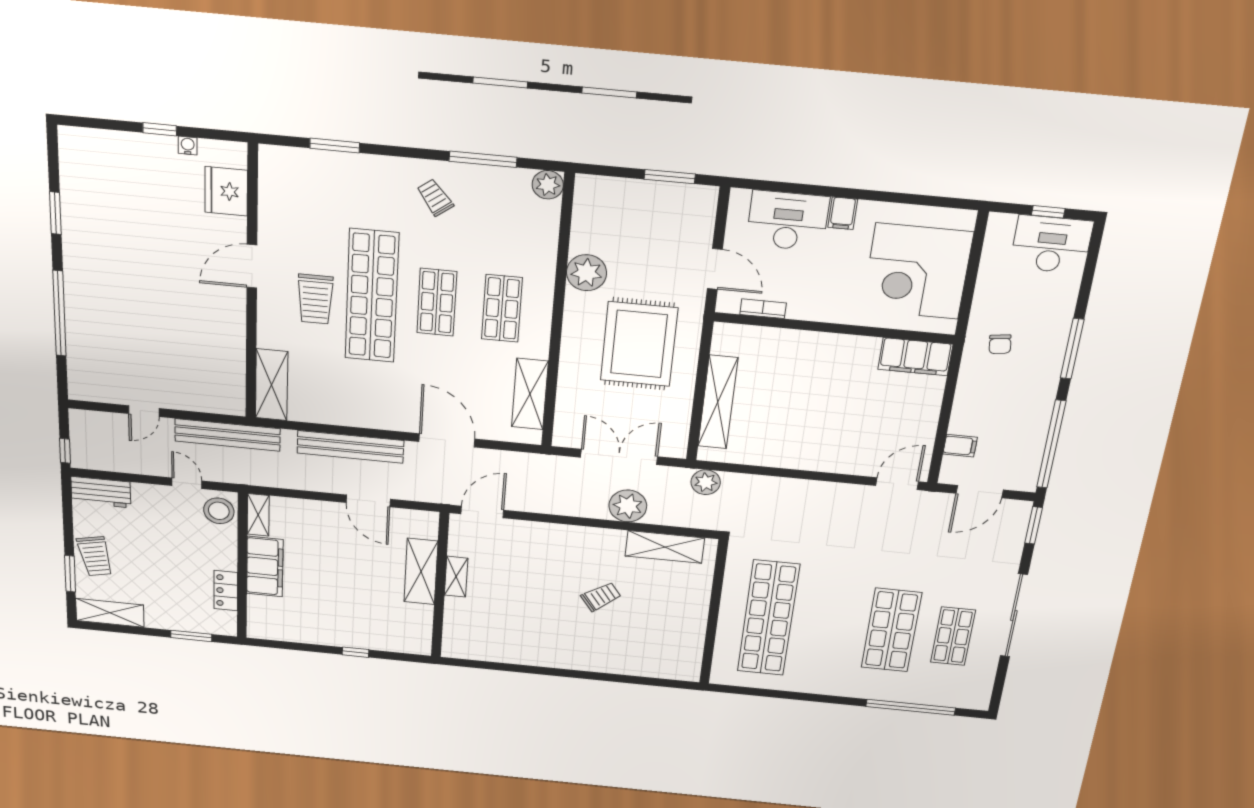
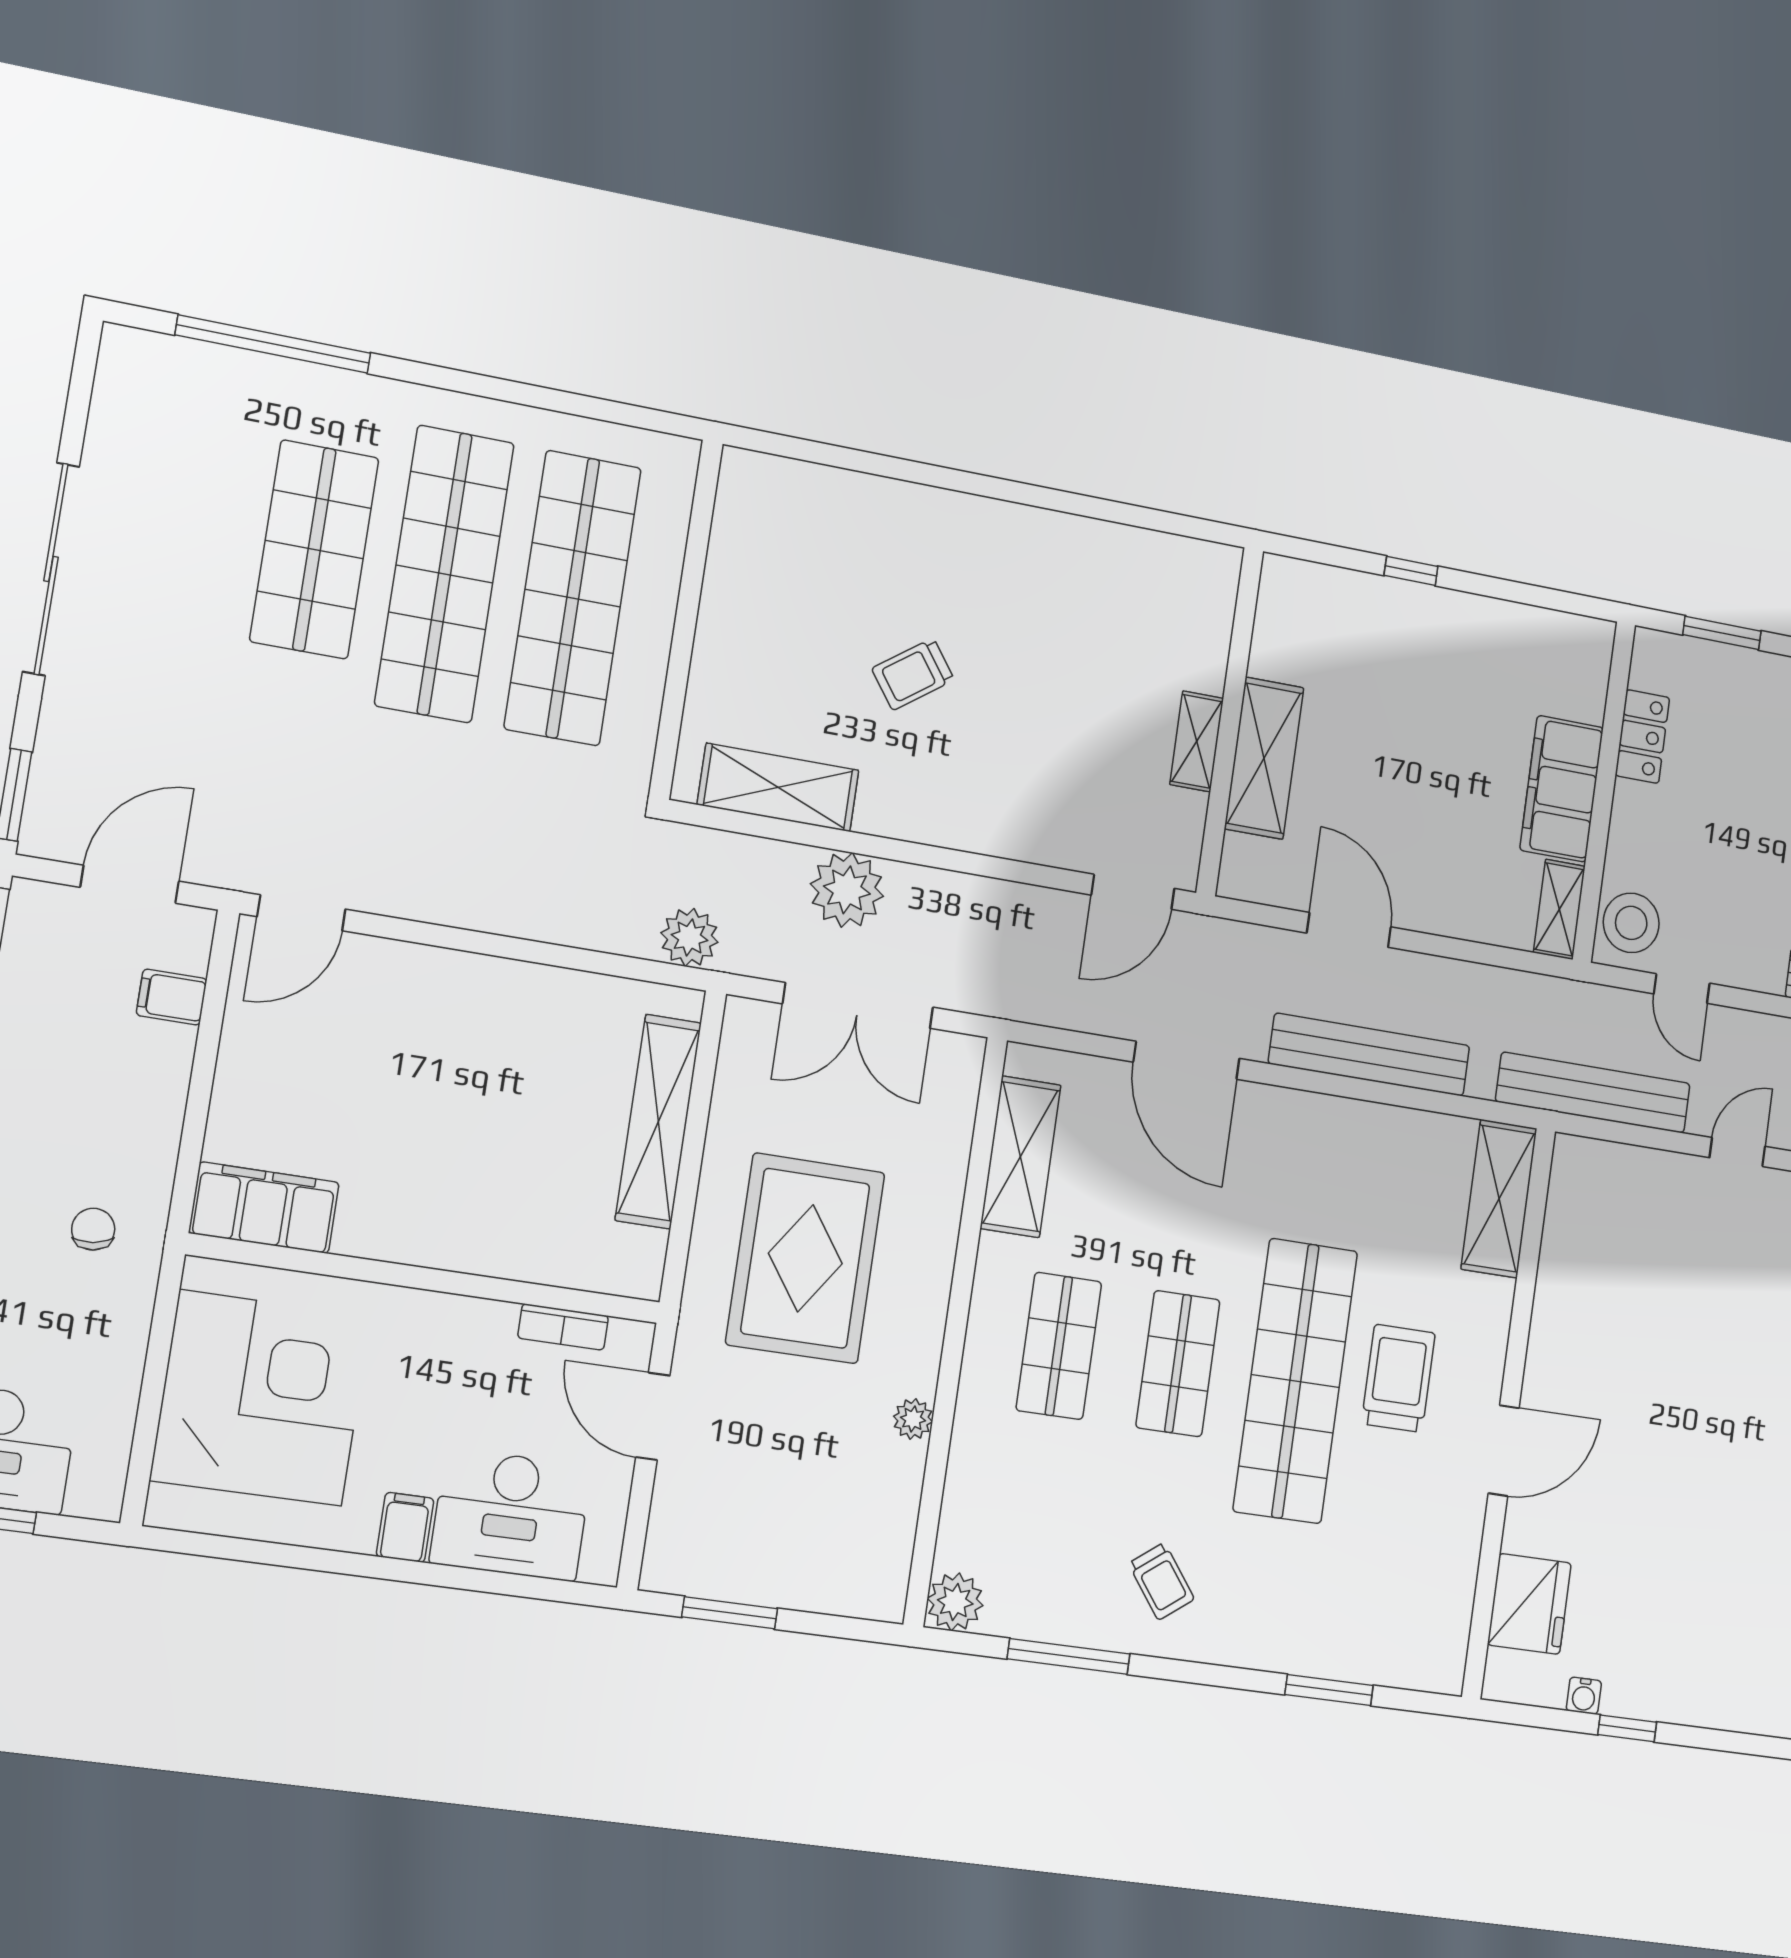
plant: (586, 273) -> (913, 1419), width x0.53, depth x0.53
shop shelf: (953, 636) -> (445, 574), moved, width x2.00, depth x1.36

